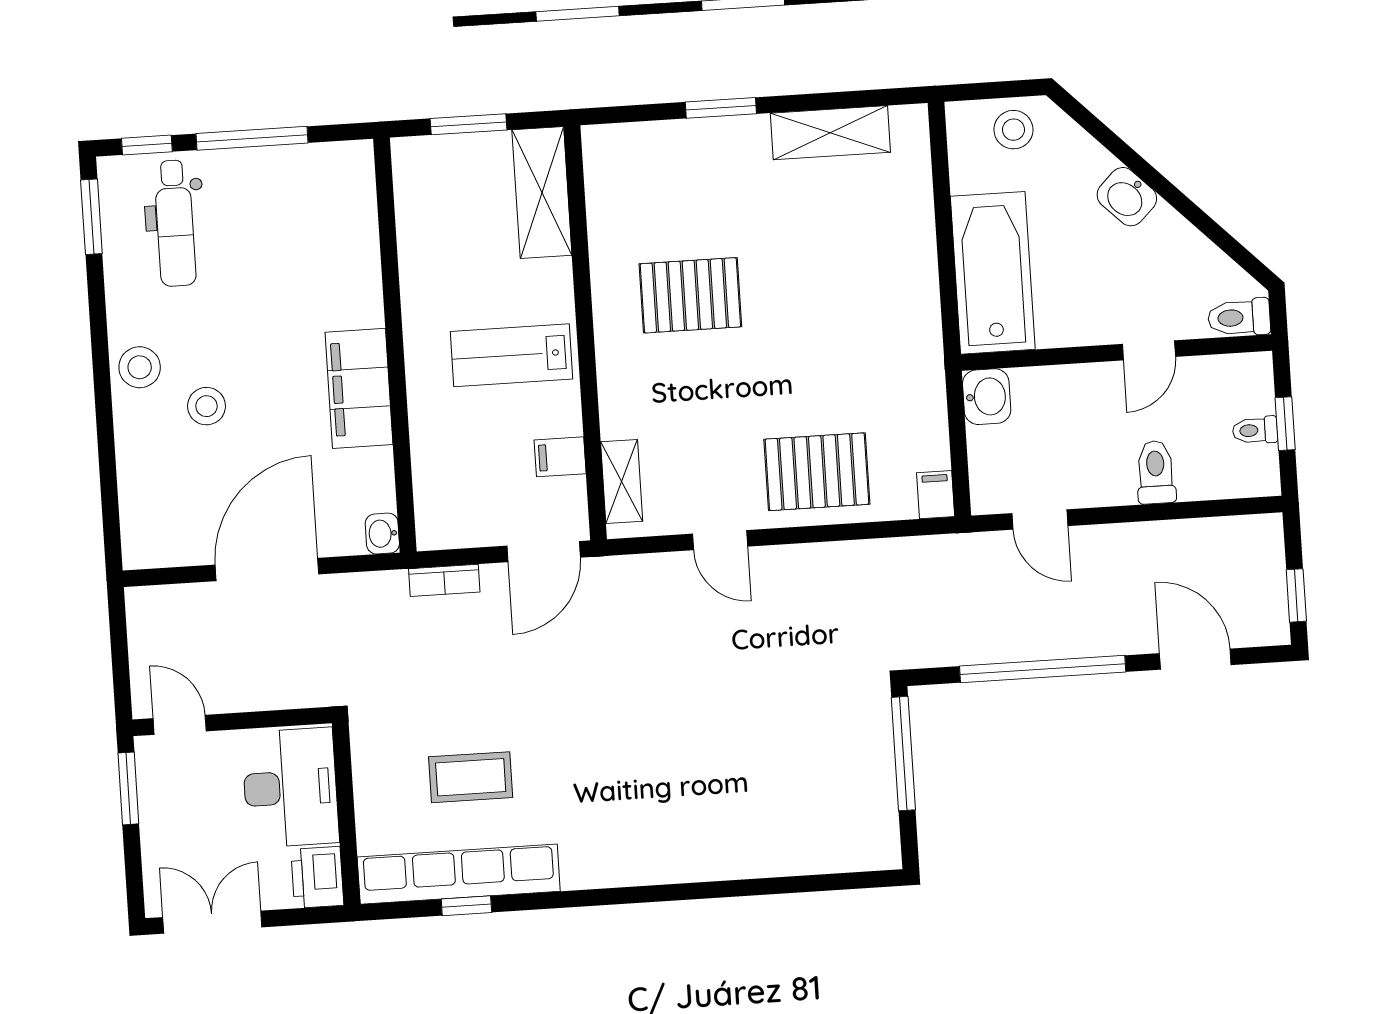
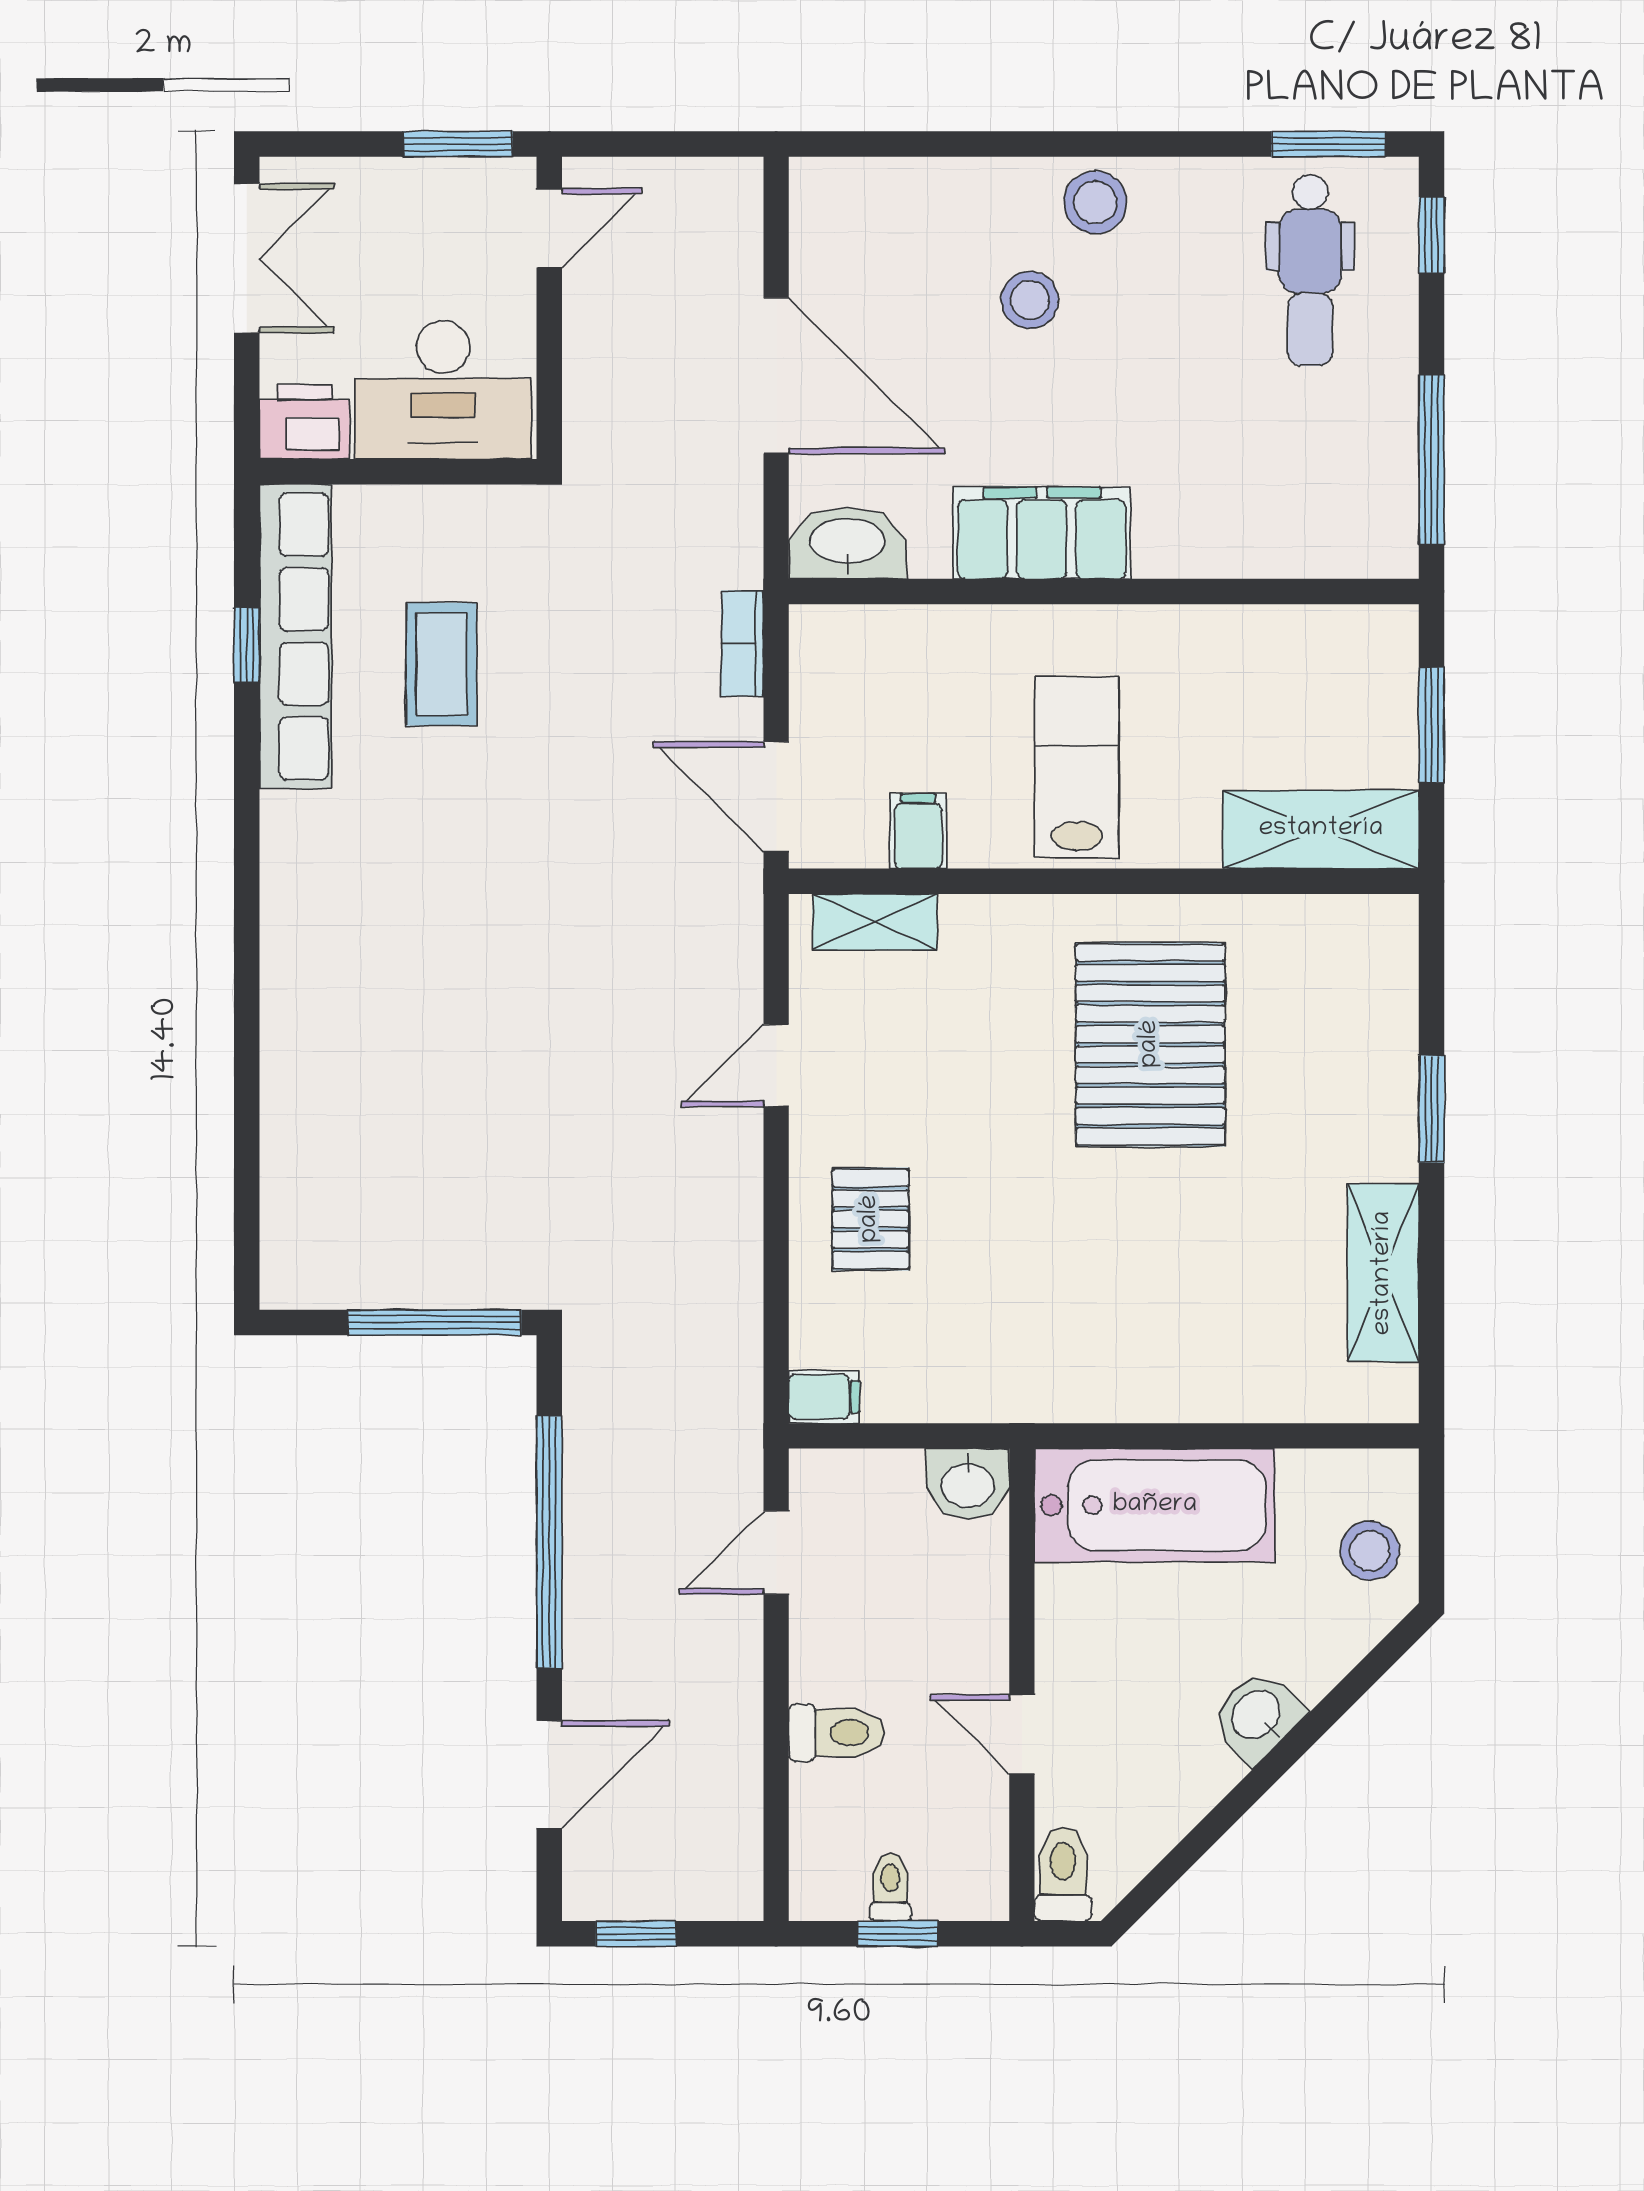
window: (252, 138) -> (1431, 460), moved
dental chair: (175, 223) -> (1310, 270), turned -90
pallet: (690, 295) -> (1150, 1044), width x1.37, depth x1.41
pallet: (817, 472) -> (870, 1219), width x0.67, depth x0.71
washbasin: (382, 534) -> (847, 543), width x1.91, depth x1.45

